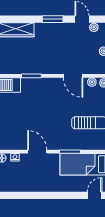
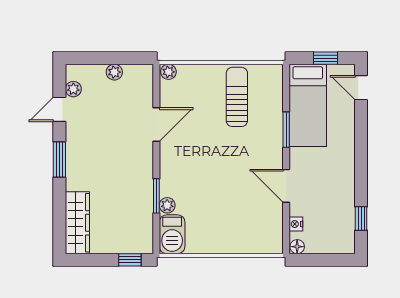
plant: (92, 82) -> (167, 205), moved
door: (37, 152) -> (286, 186), hinge flipped
window: (18, 195) -> (361, 219), added

